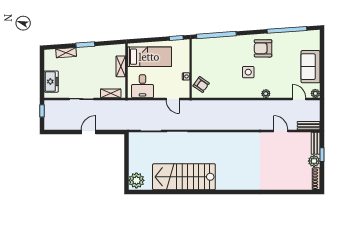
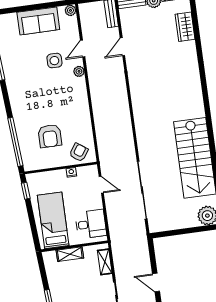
armchair: (263, 48) -> (50, 136), moved
side table: (248, 72) -> (54, 61), moved
door: (173, 99) -> (101, 185), hinge flipped
door: (299, 99) -> (83, 49), moved
wardrobe: (290, 183) -> (185, 27), added

